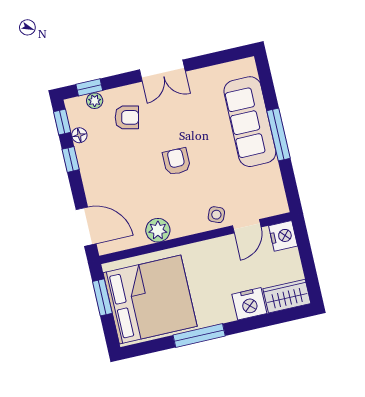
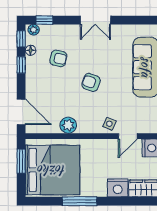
plant: (95, 101) -> (34, 30), moved
armchair: (127, 117) -> (58, 58), moved
armchair: (177, 161) -> (91, 82), turned -70

